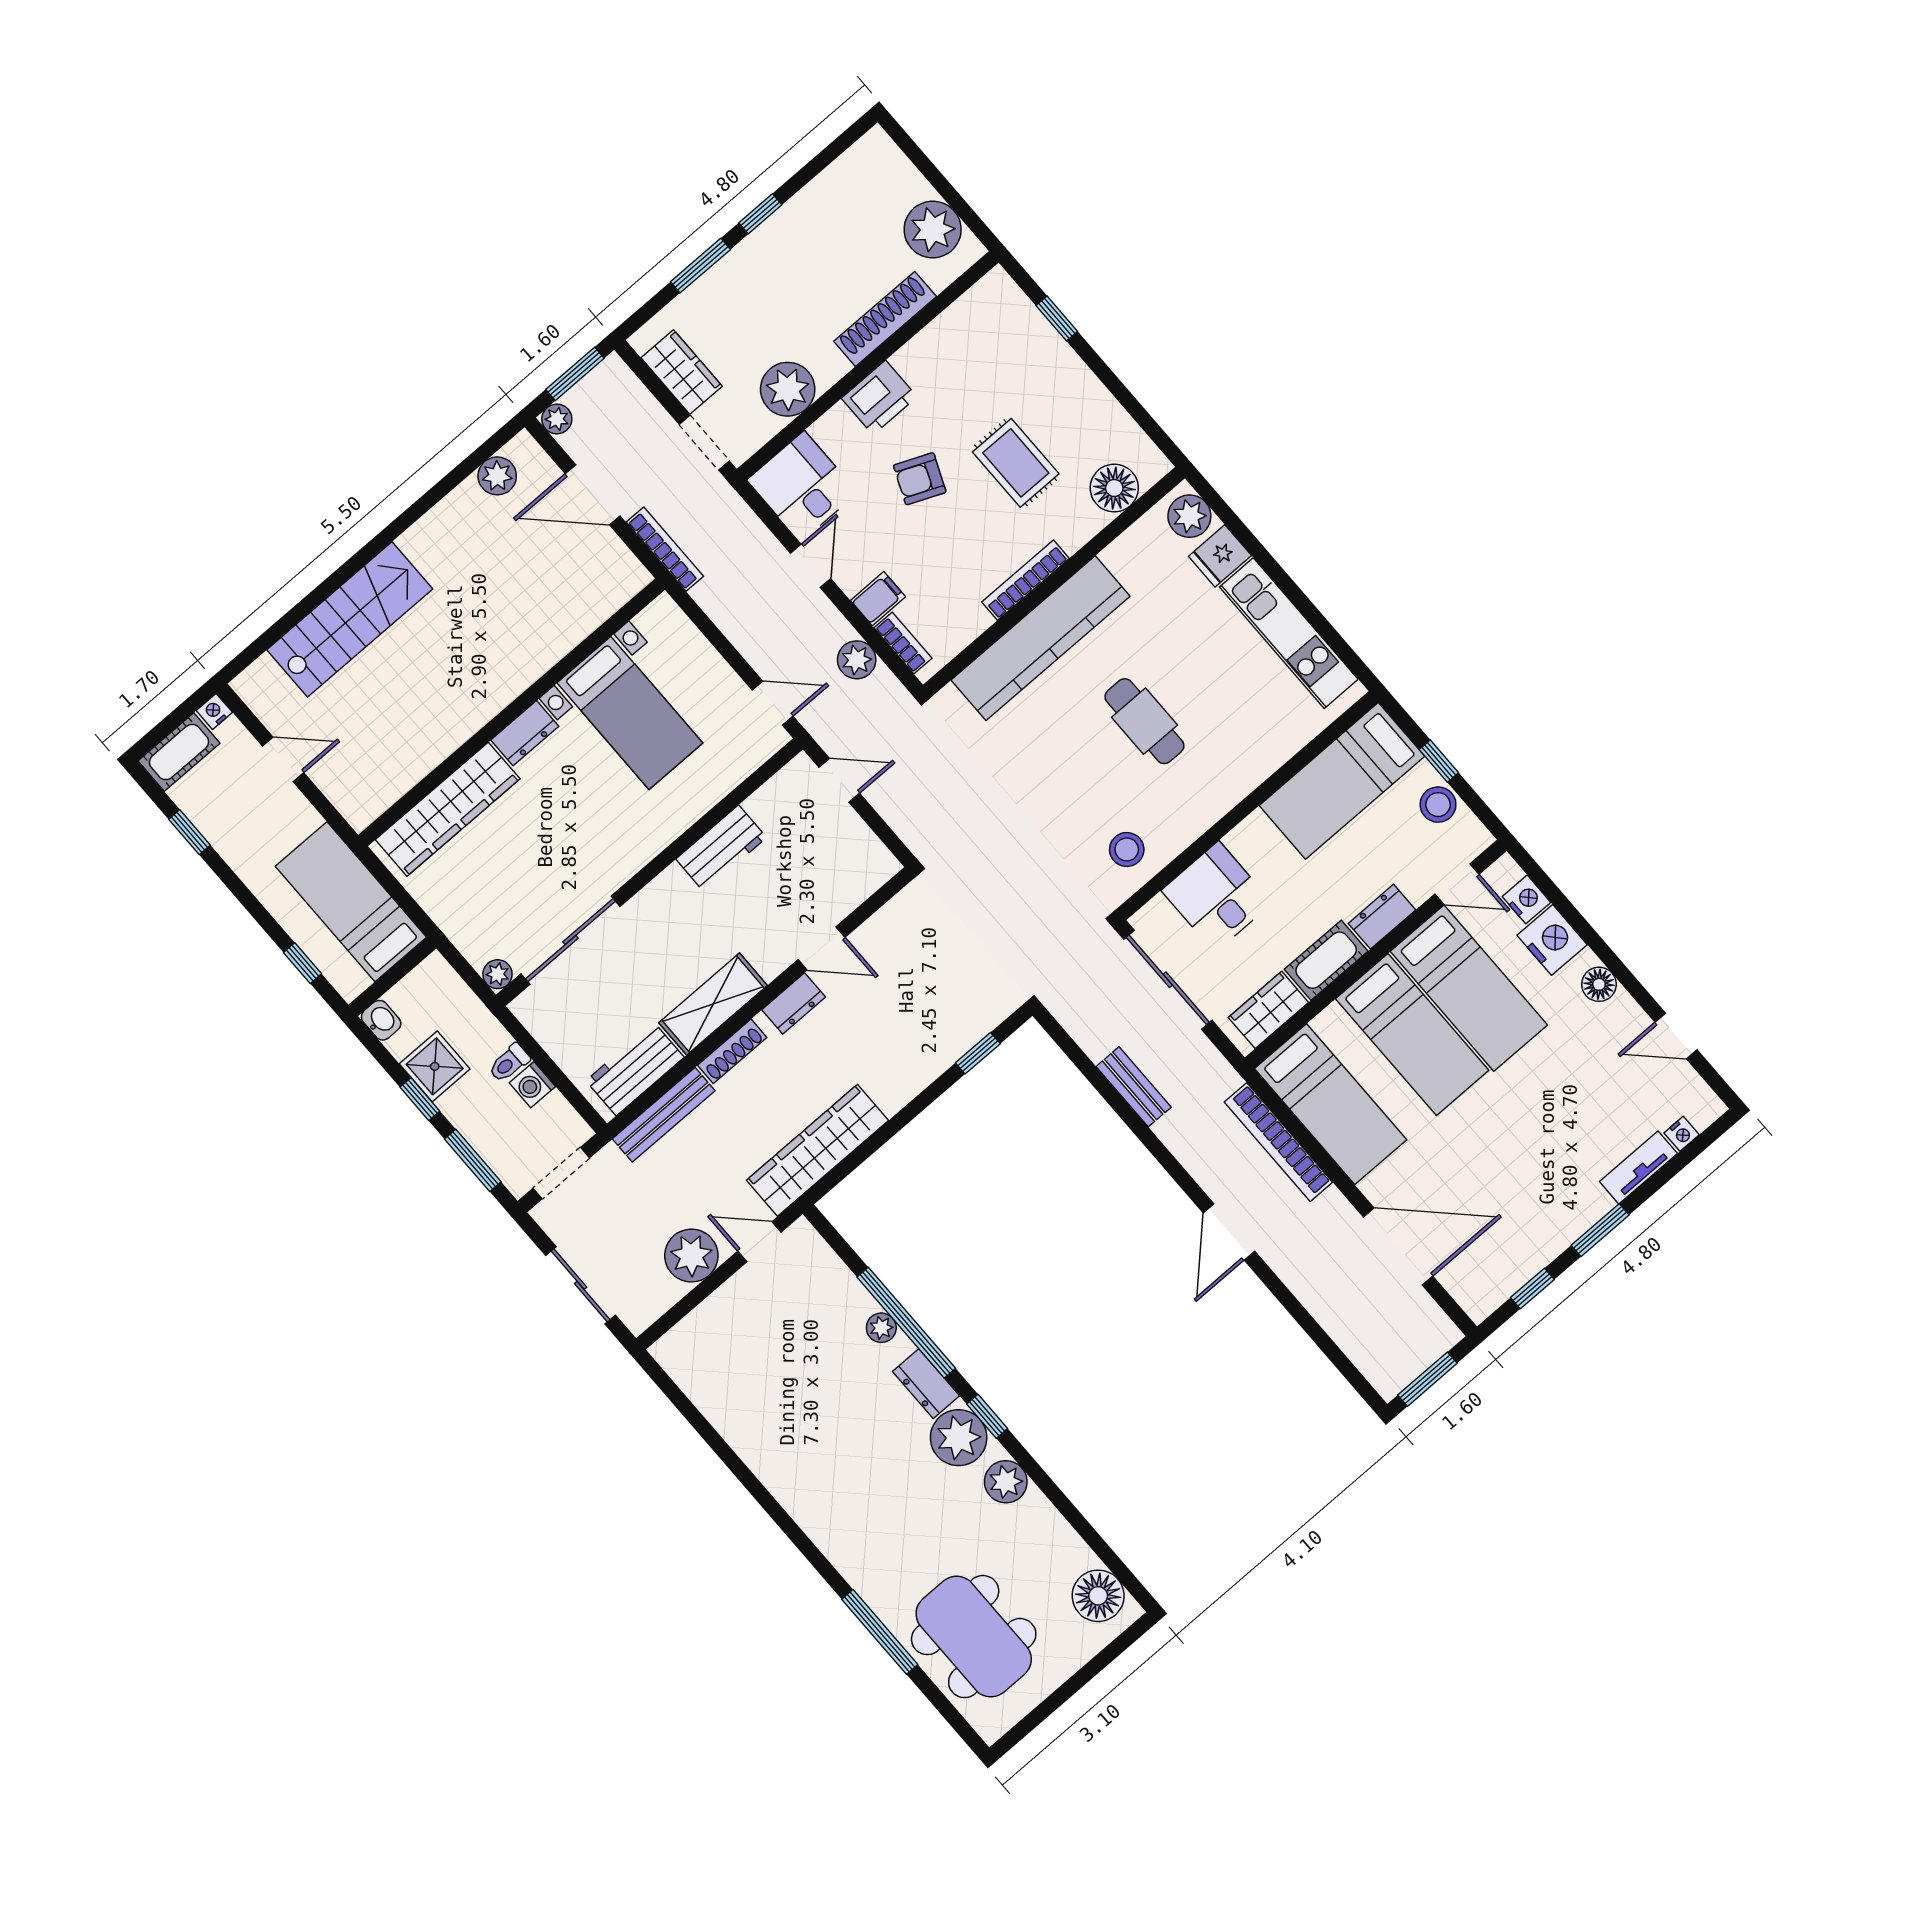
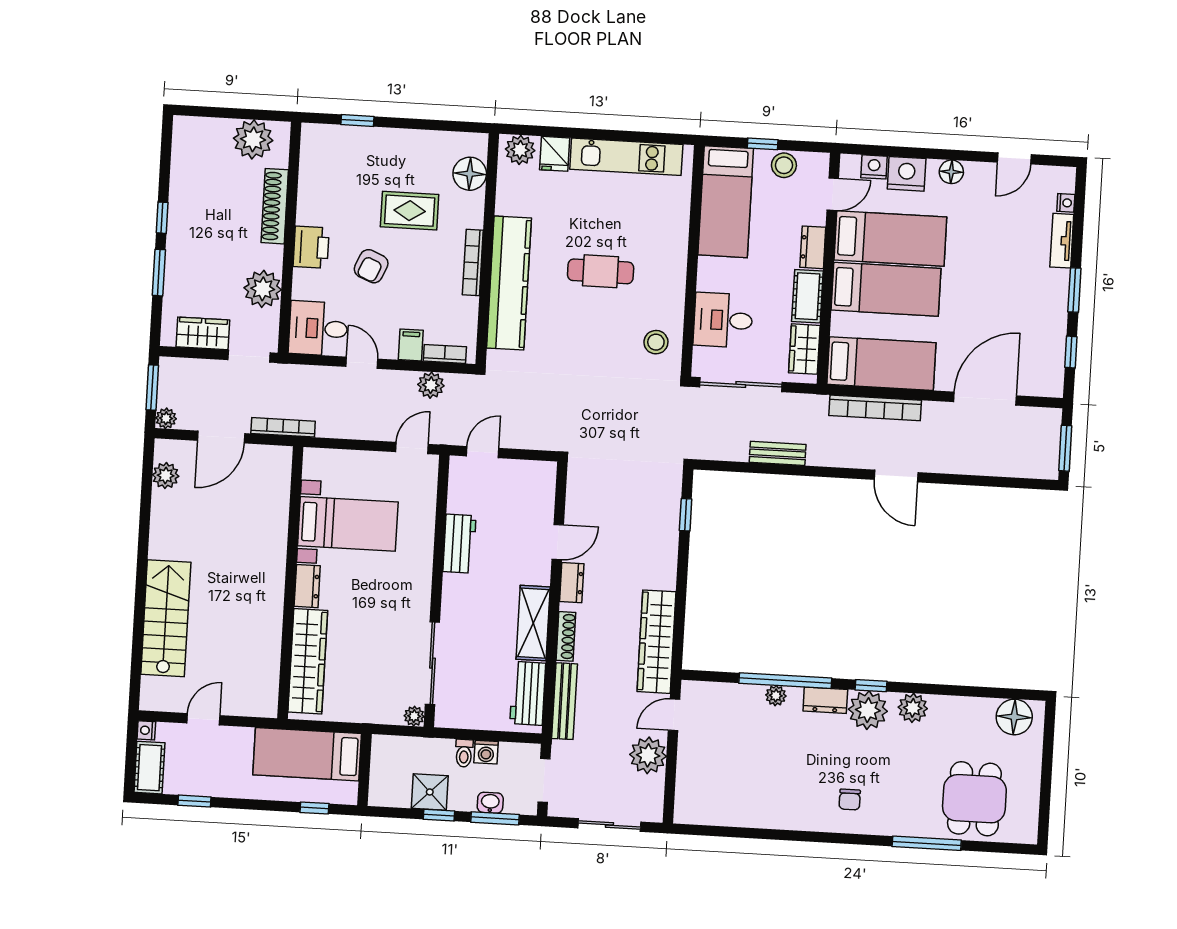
washbasin: (381, 1020) -> (490, 803), moved
chair: (848, 1508) -> (850, 800), added
dining table: (974, 1637) -> (974, 799), width x0.73

